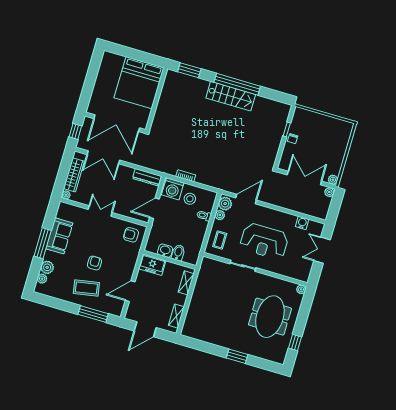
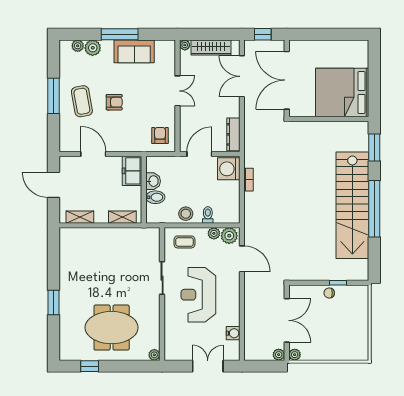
stairs: (231, 96) -> (352, 205), width x1.86, depth x1.51
stool: (190, 199) -> (186, 214), moved
door: (154, 208) -> (199, 154), hinge flipped
window: (93, 314) -> (54, 96), moved

